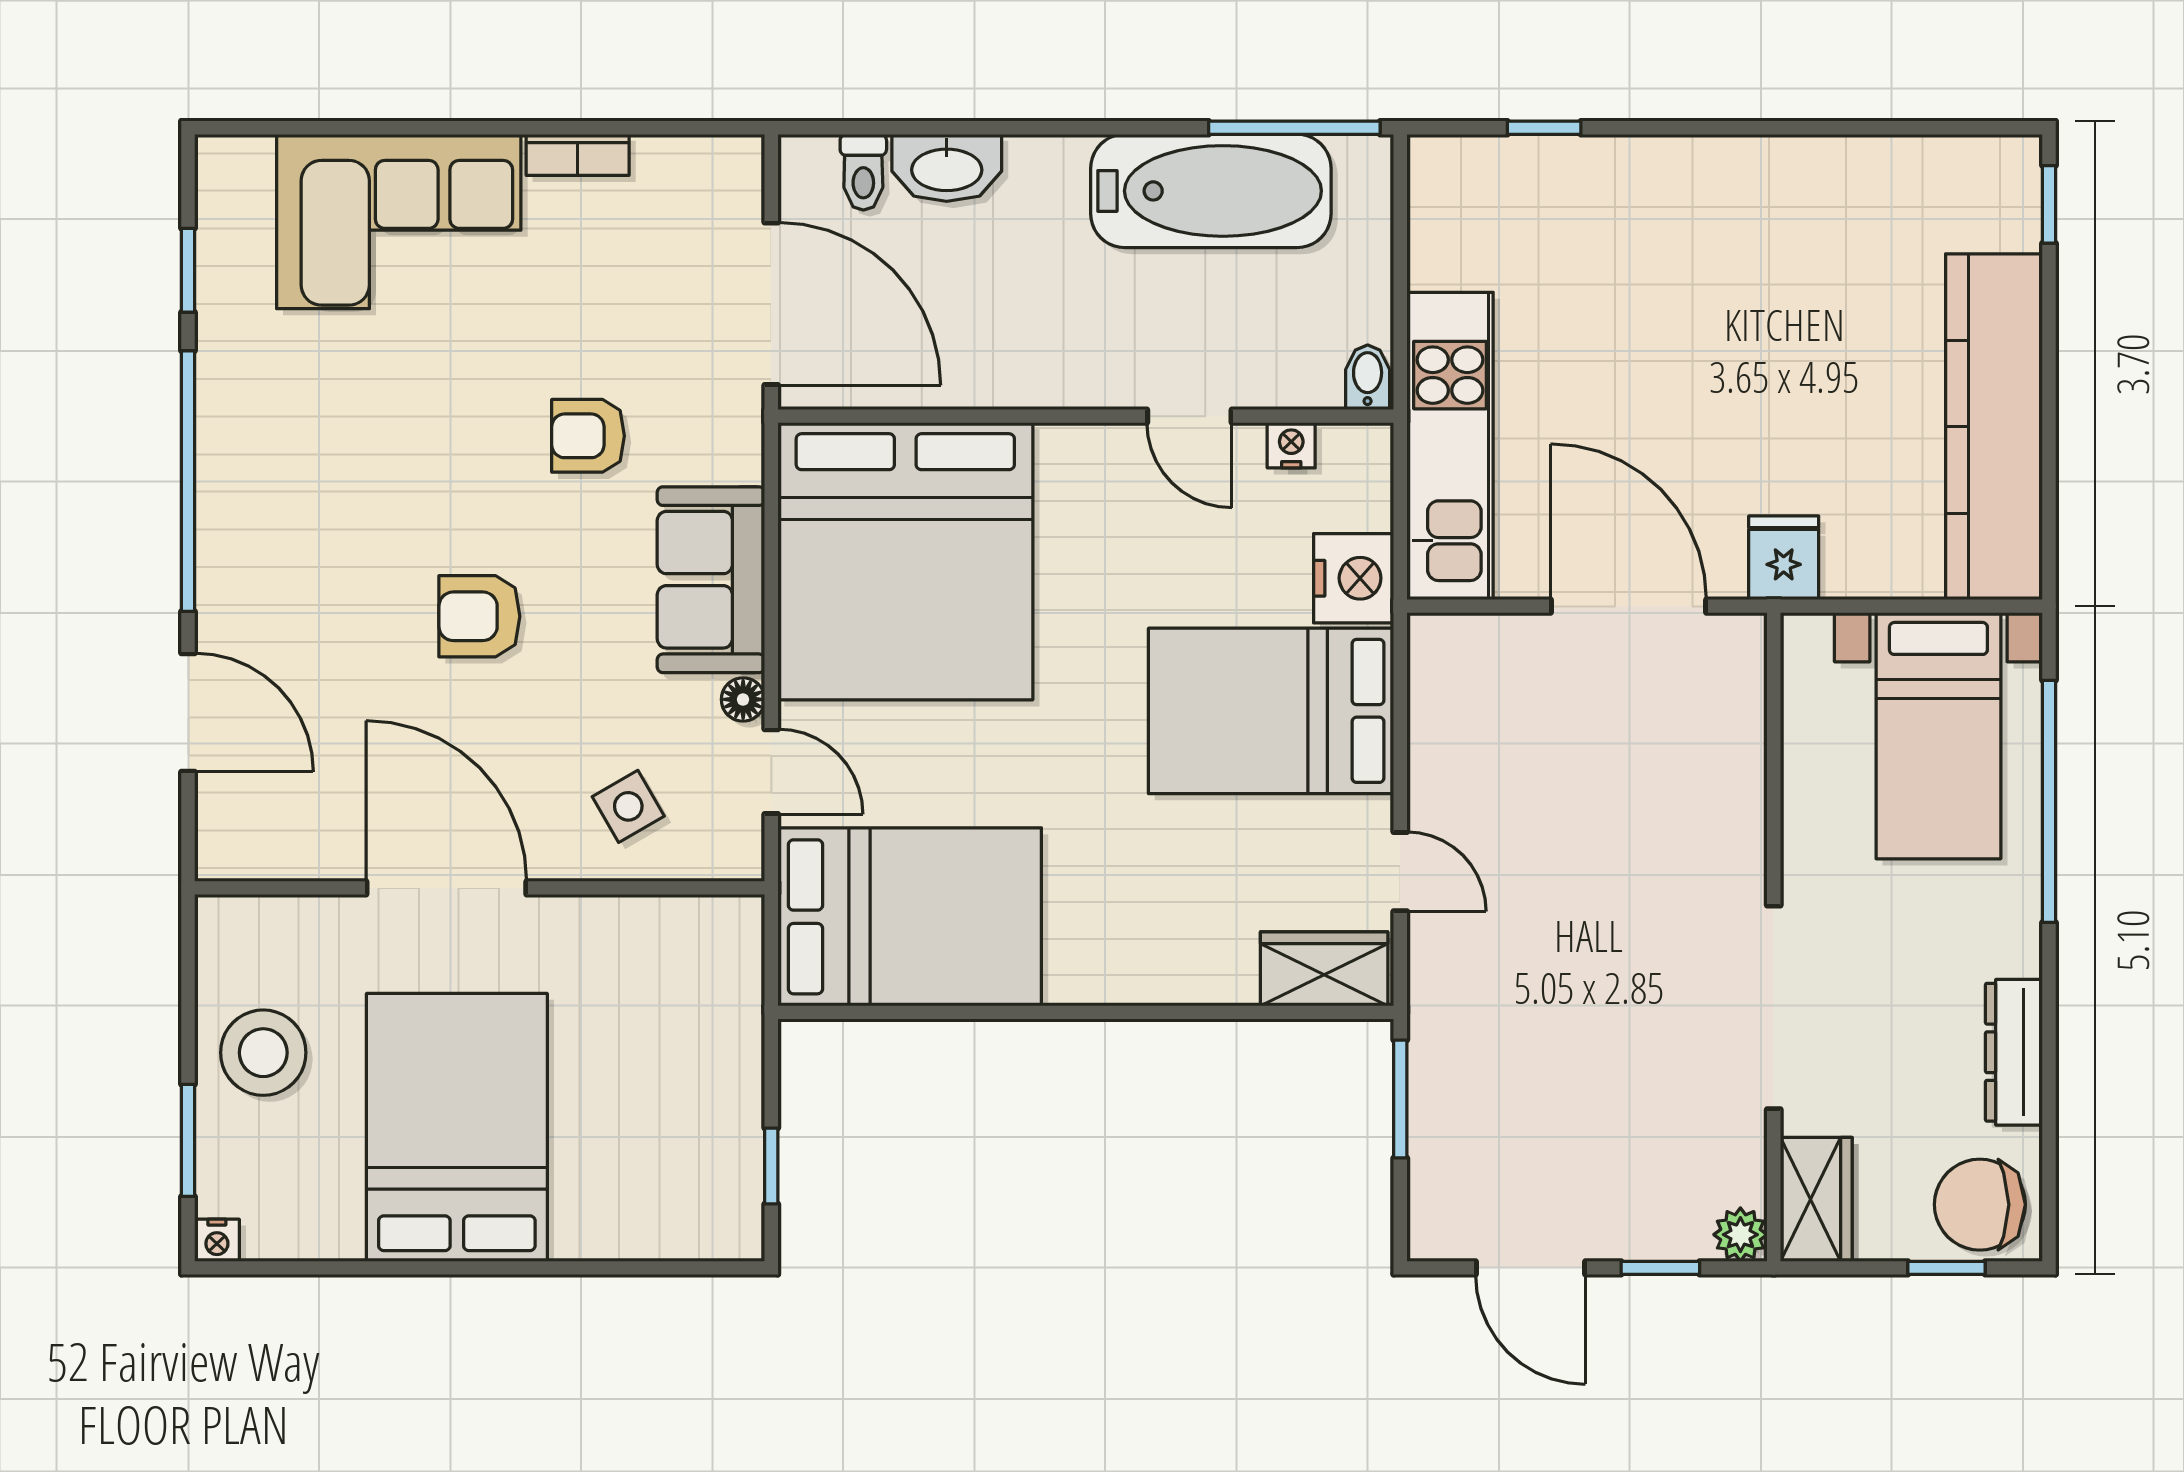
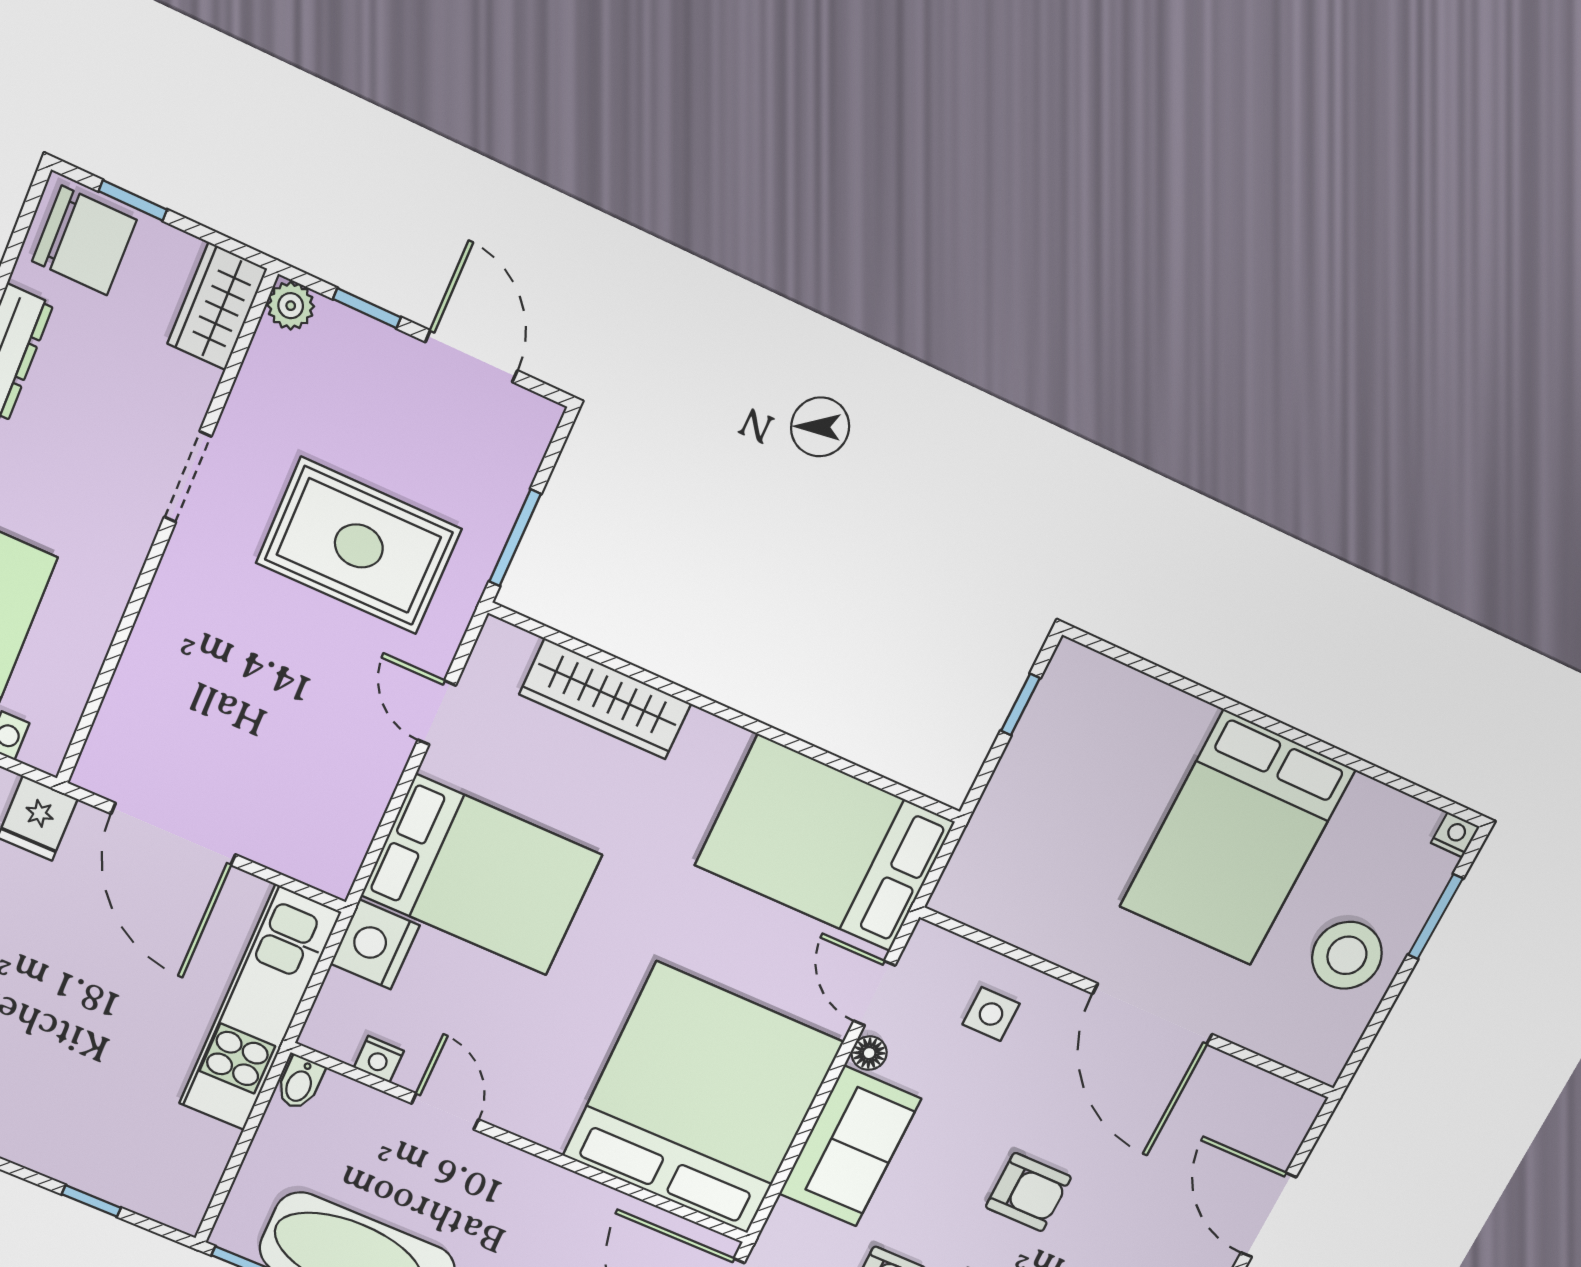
side table: (628, 806) -> (991, 1014), turned 30
wardrobe: (1324, 969) -> (605, 699), moved, width x1.50
doorway: (1774, 1007) -> (188, 477), width x0.53
rug: (1562, 1015) -> (359, 546), added

